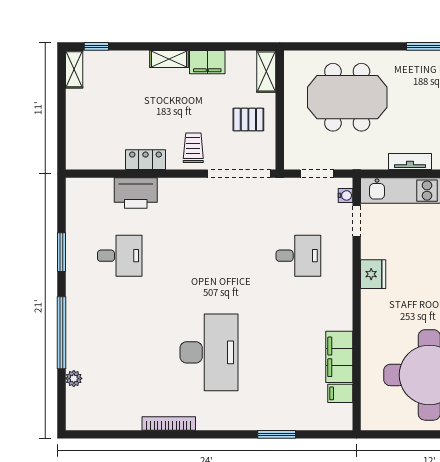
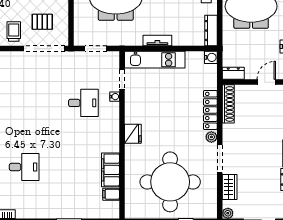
pallet: (248, 120) -> (42, 22), moved
water cooler: (345, 195) -> (115, 97), moved
fridge: (373, 274) -> (133, 134), moved
desk: (209, 352) -> (24, 167), width x0.53, depth x0.77

